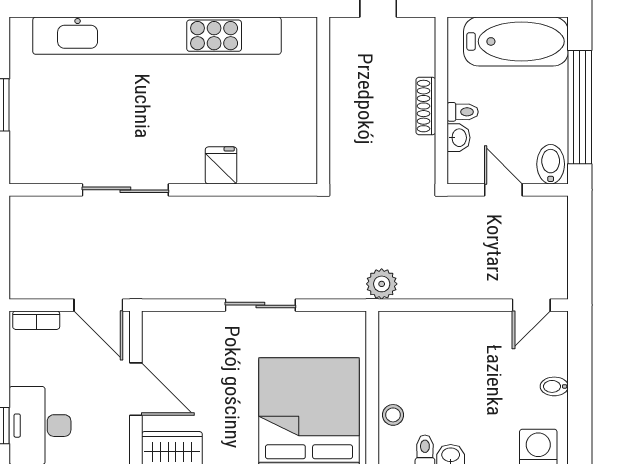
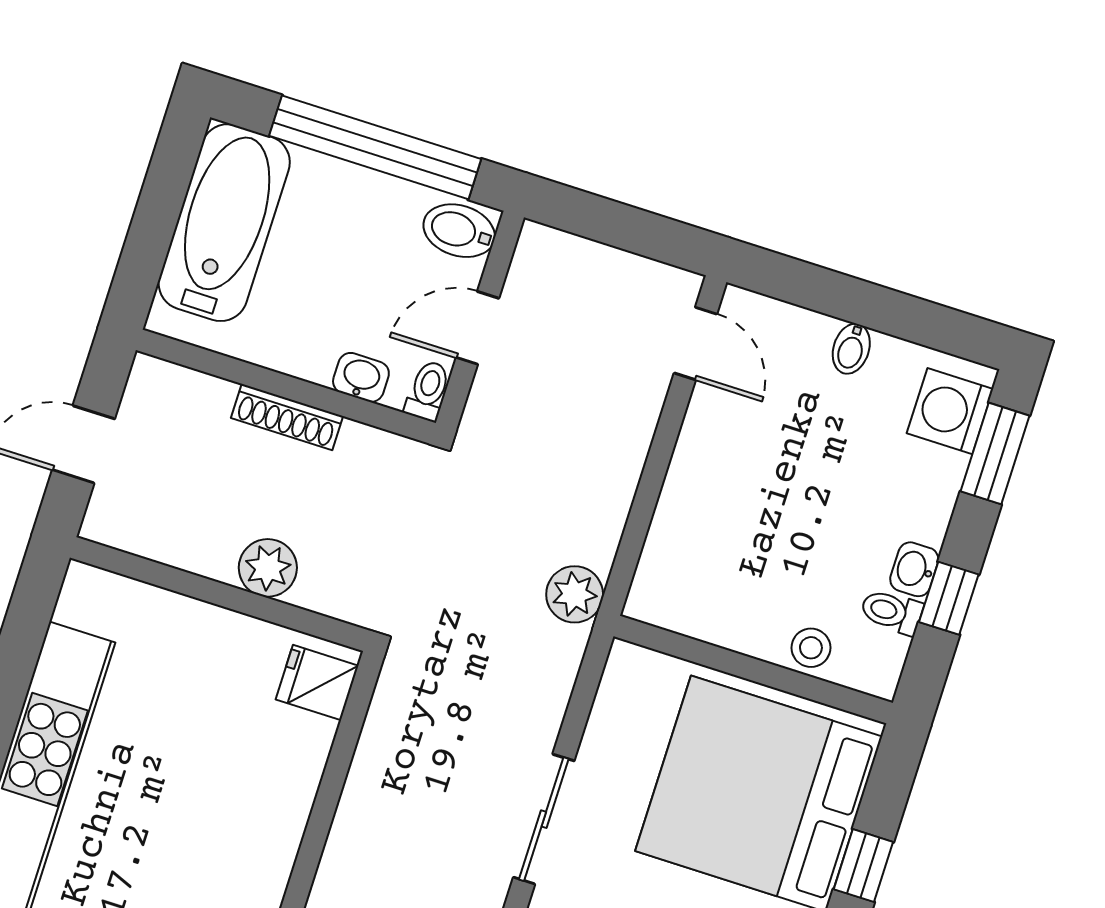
toilet: (463, 112) -> (428, 391), moved
plant: (345, 121) -> (268, 568), added
fridge: (221, 165) -> (317, 683), moved

